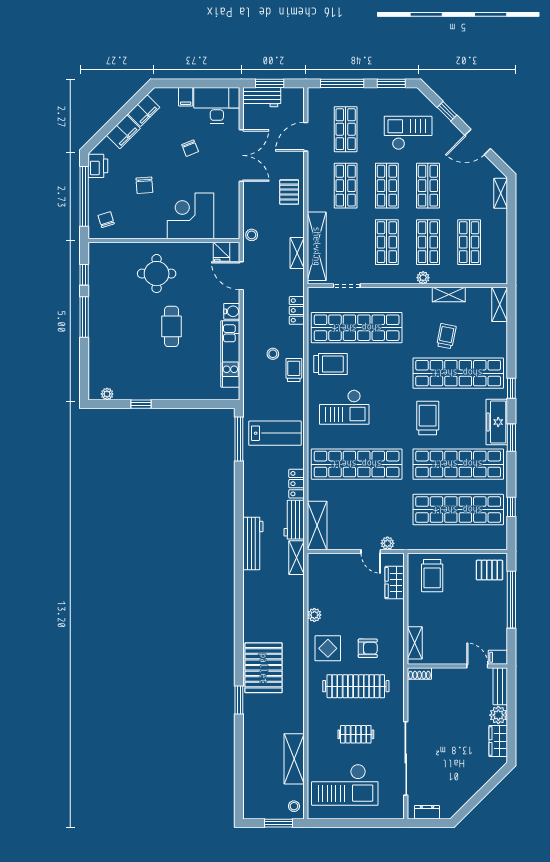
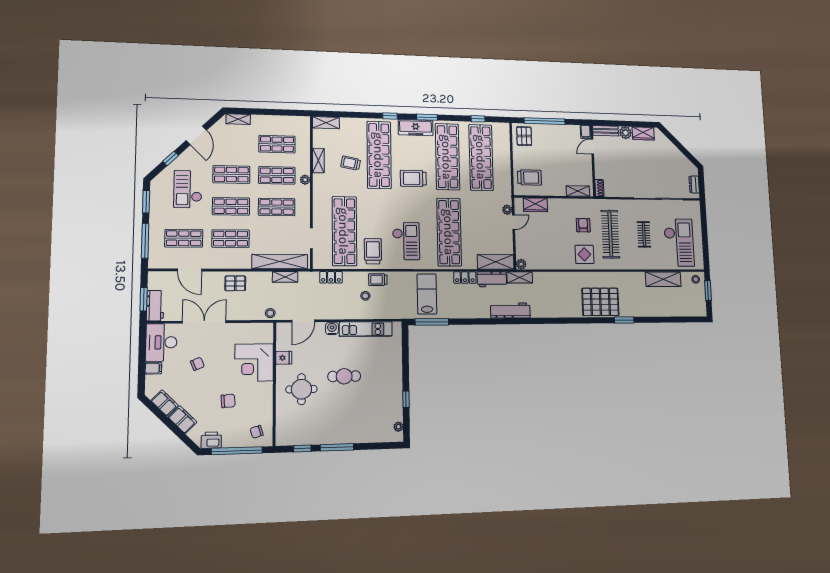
fridge: (222, 252) -> (284, 358), moved
plant: (314, 615) -> (521, 264), moved

